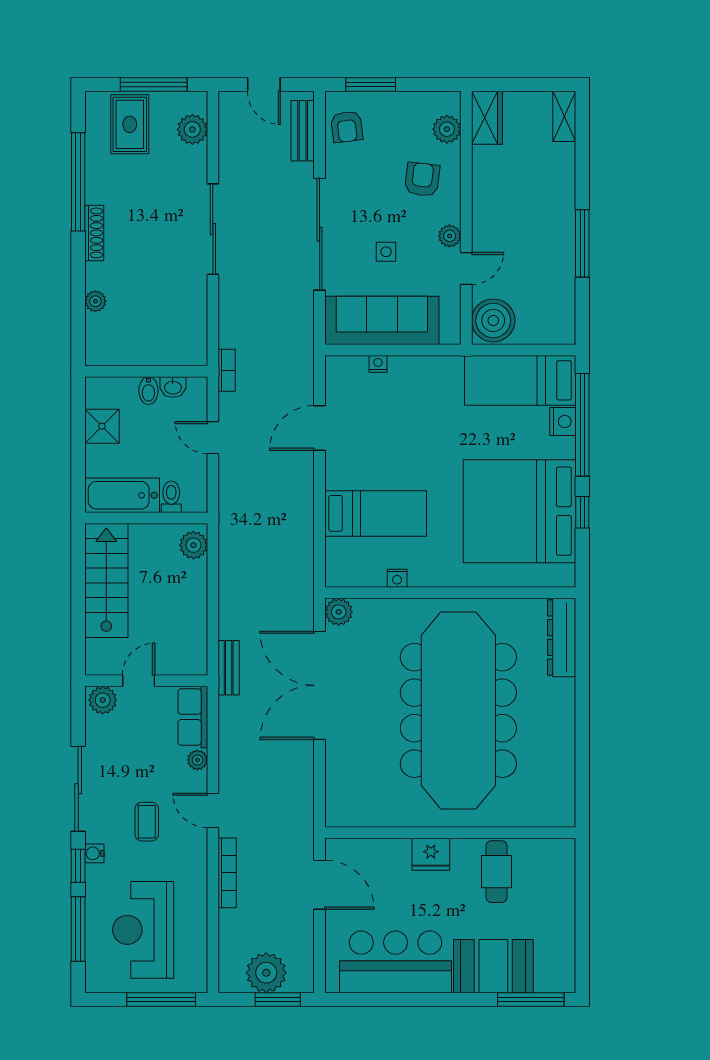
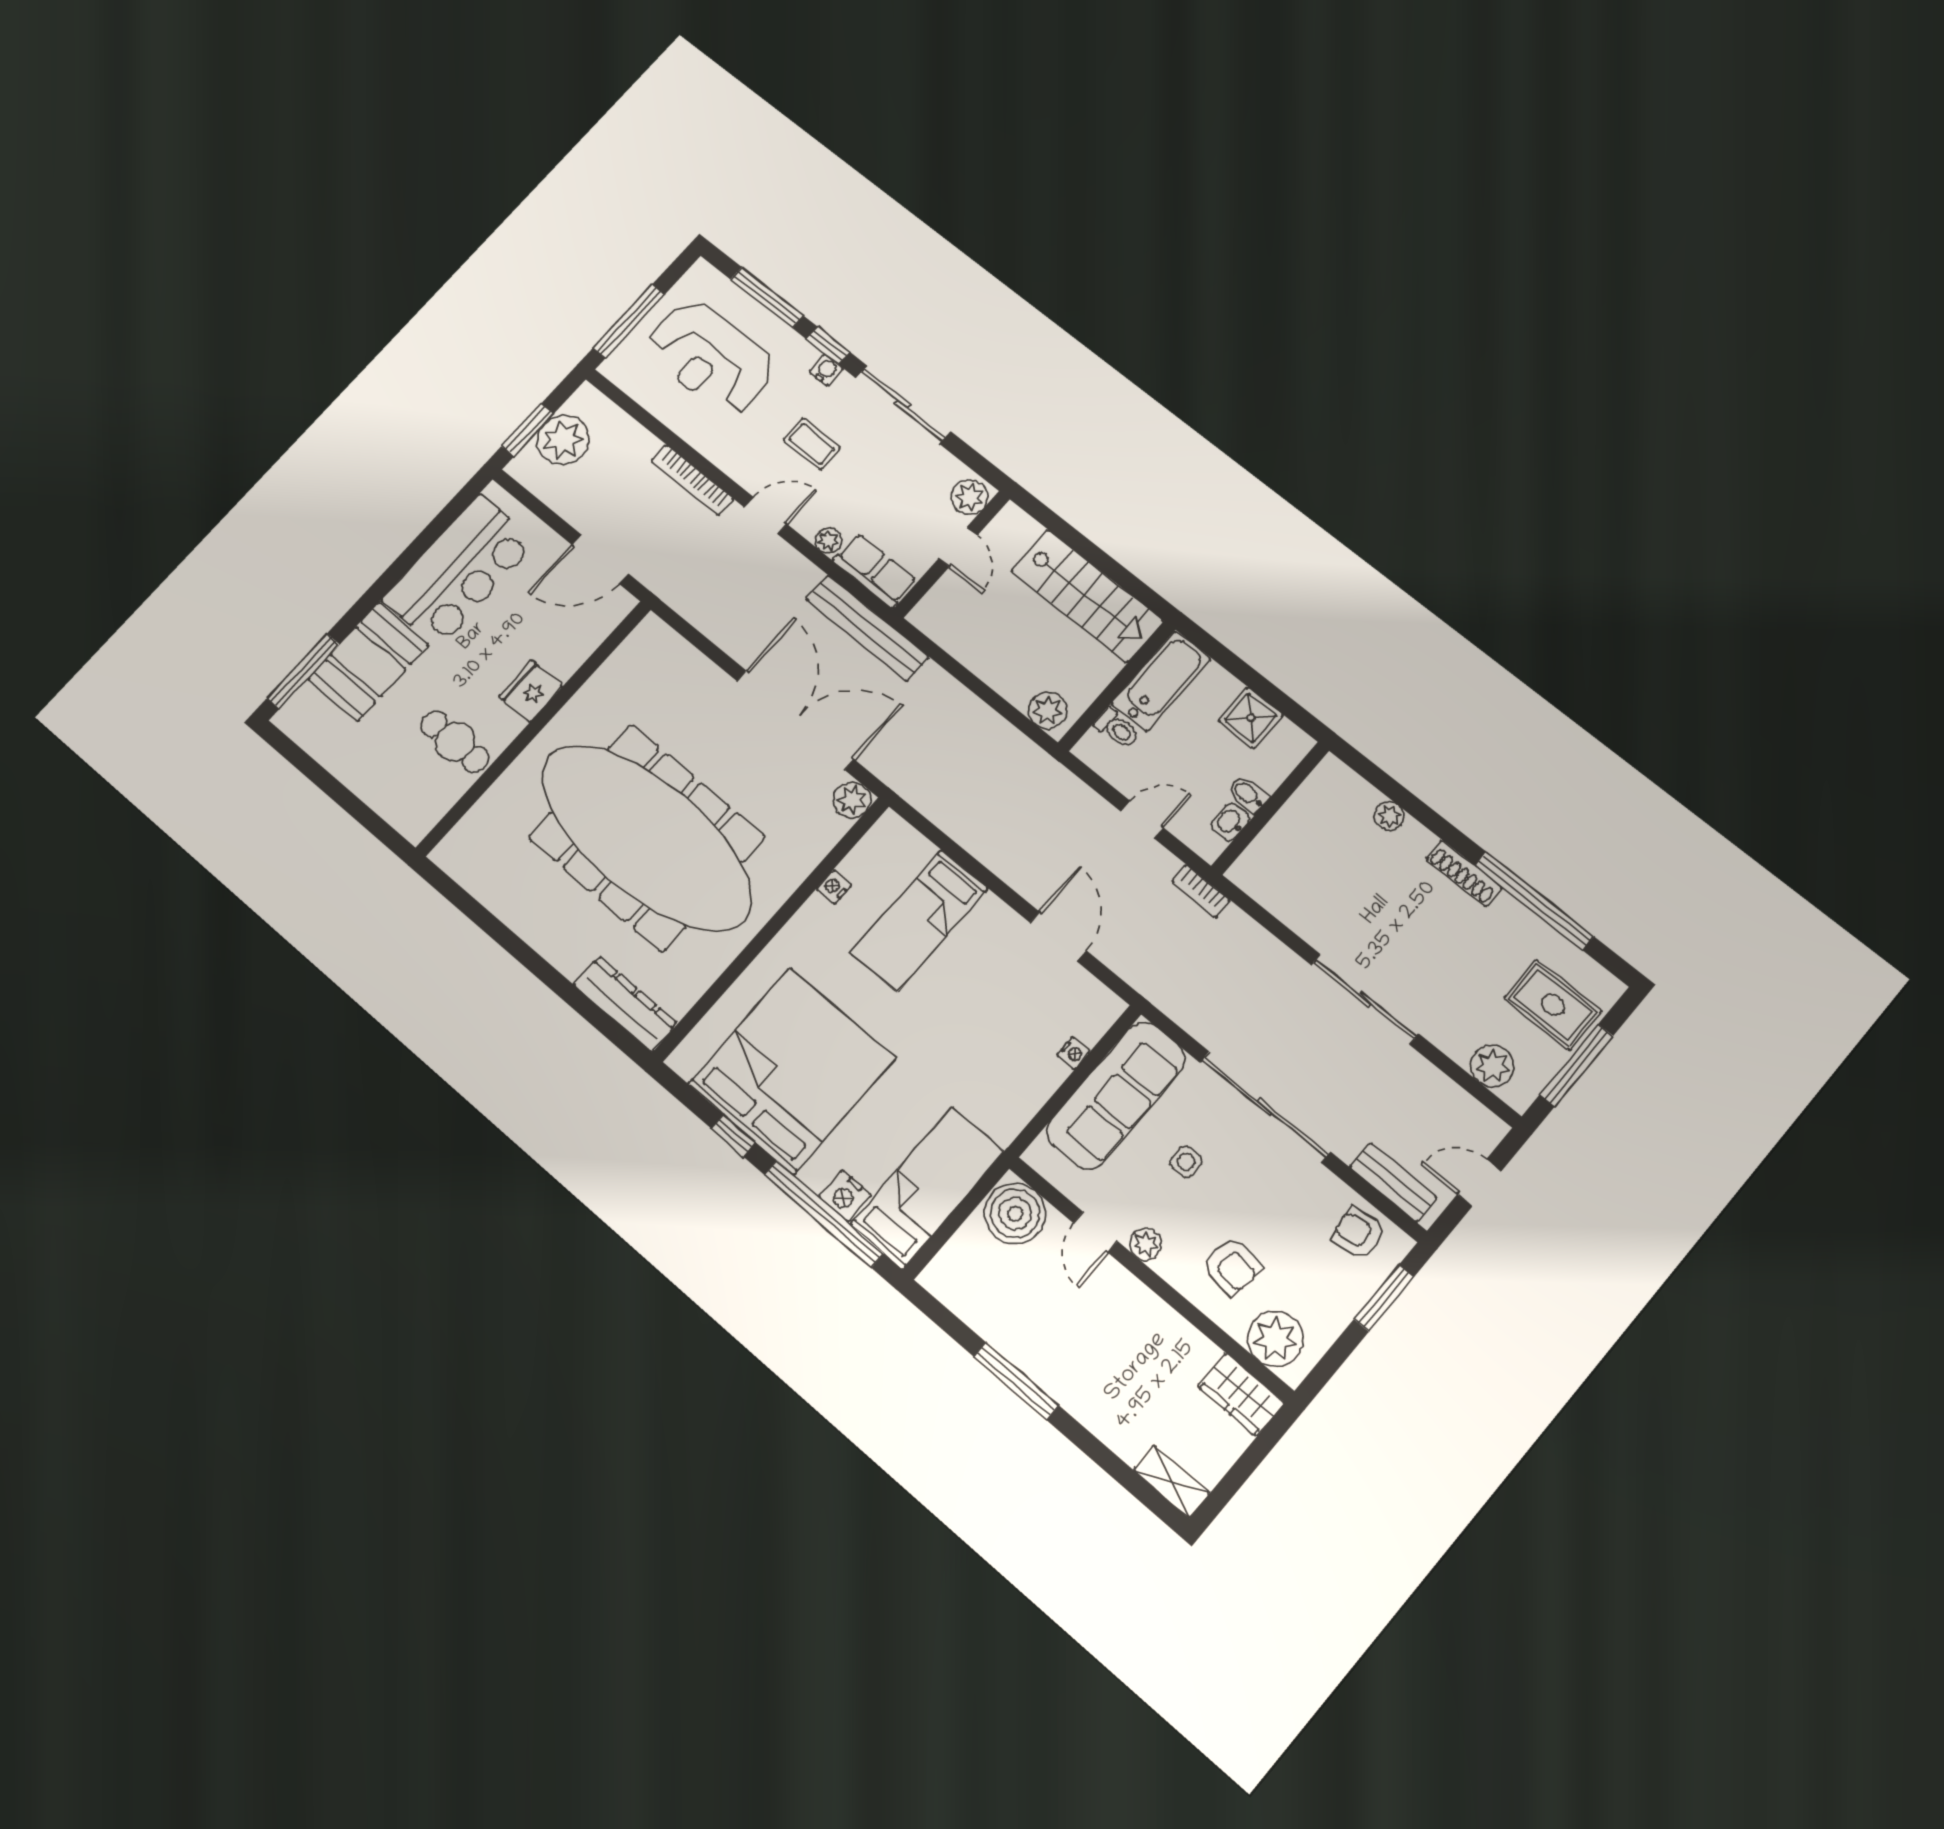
plant: (447, 129) -> (1275, 1339), width x1.36, depth x1.36
bench: (229, 668) -> (867, 628), width x1.86, depth x1.21
reception desk: (143, 930) -> (710, 357), turned 180

